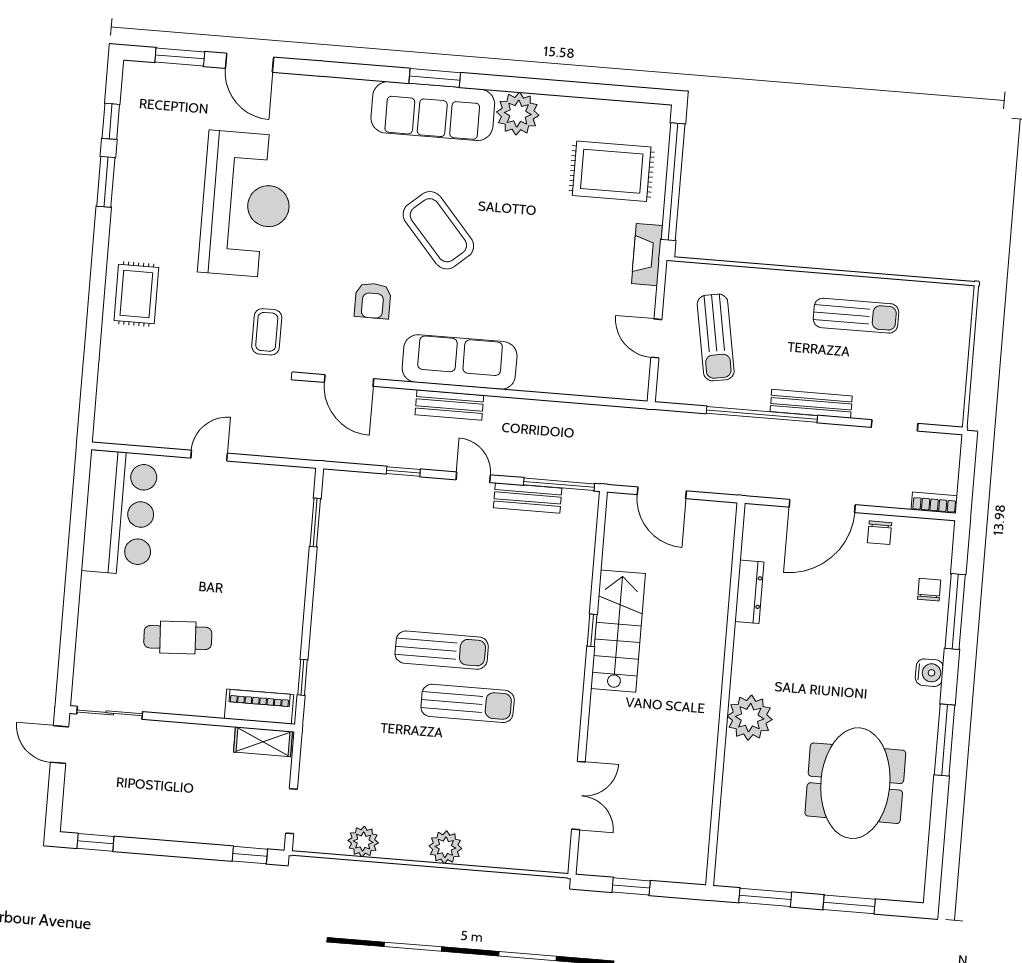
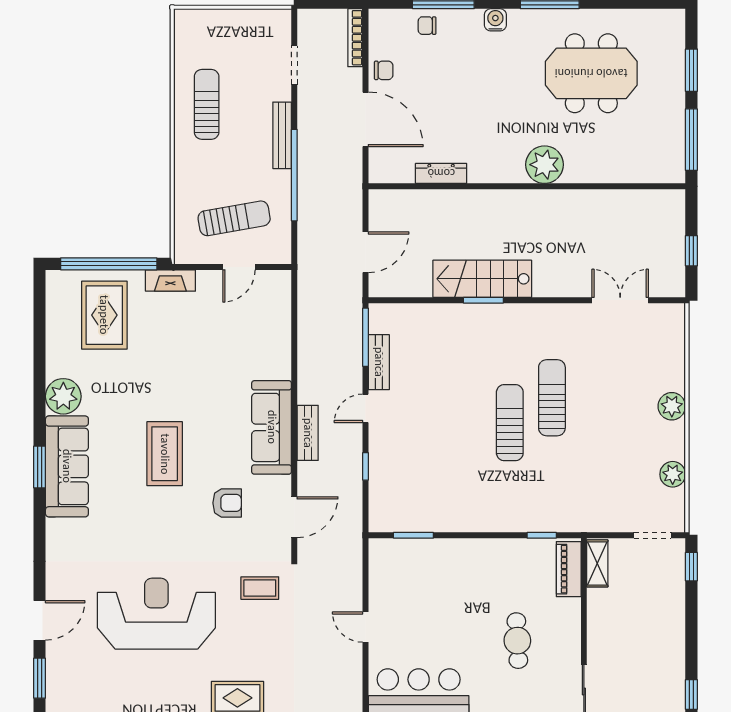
coffee table: (438, 230) -> (165, 454), turned -49
bookcase: (934, 503) -> (355, 38), width x1.56
window: (592, 630) -> (483, 300), width x1.50
window: (765, 897) -> (691, 140), width x1.44

